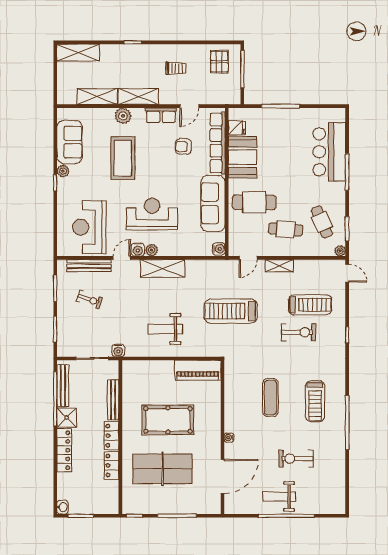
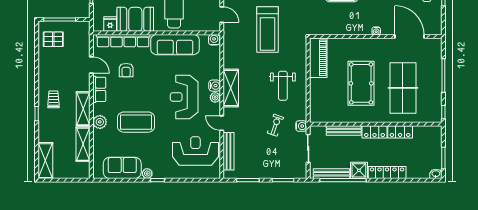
trolley: (176, 68) -> (53, 99), moved
reception desk: (89, 227) -> (195, 151), turned 180
water cooler: (138, 250) -> (215, 86), moved
exercise bike: (89, 299) -> (275, 125), moved

